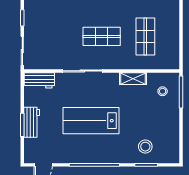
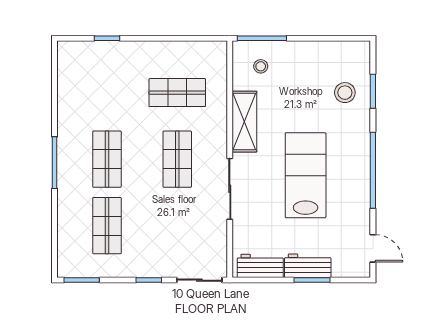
shelving: (133, 79) -> (244, 122), width x1.50, depth x1.33
workbench: (39, 80) -> (260, 266), moved, turned -90
lab bench: (91, 121) -> (306, 175), turned 180

